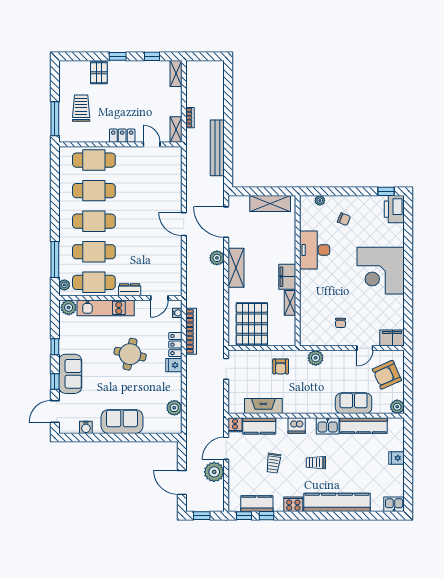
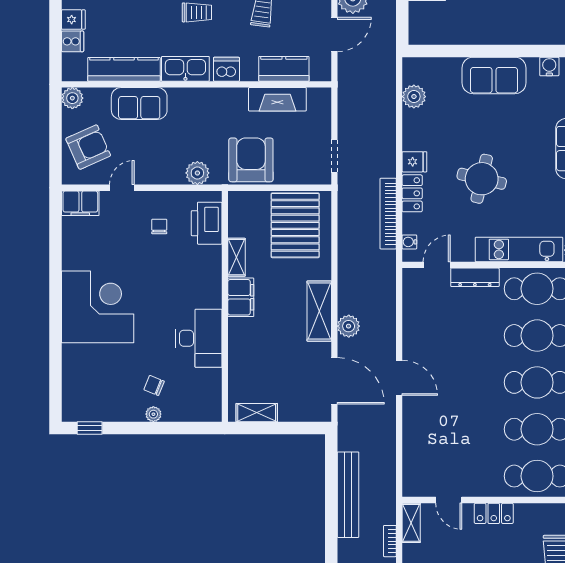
plant: (320, 200) -> (153, 414), moved
shelving: (270, 203) -> (257, 413), width x0.67, depth x0.75
printer: (394, 209) -> (207, 223), moved, turned 180
dresser: (130, 290) -> (475, 277), width x1.44
armchair: (281, 366) -> (251, 160), width x1.88, depth x1.88
cooker: (235, 425) -> (73, 41), moved, turned 90
kitchen sink: (328, 426) -> (185, 69), width x1.38

